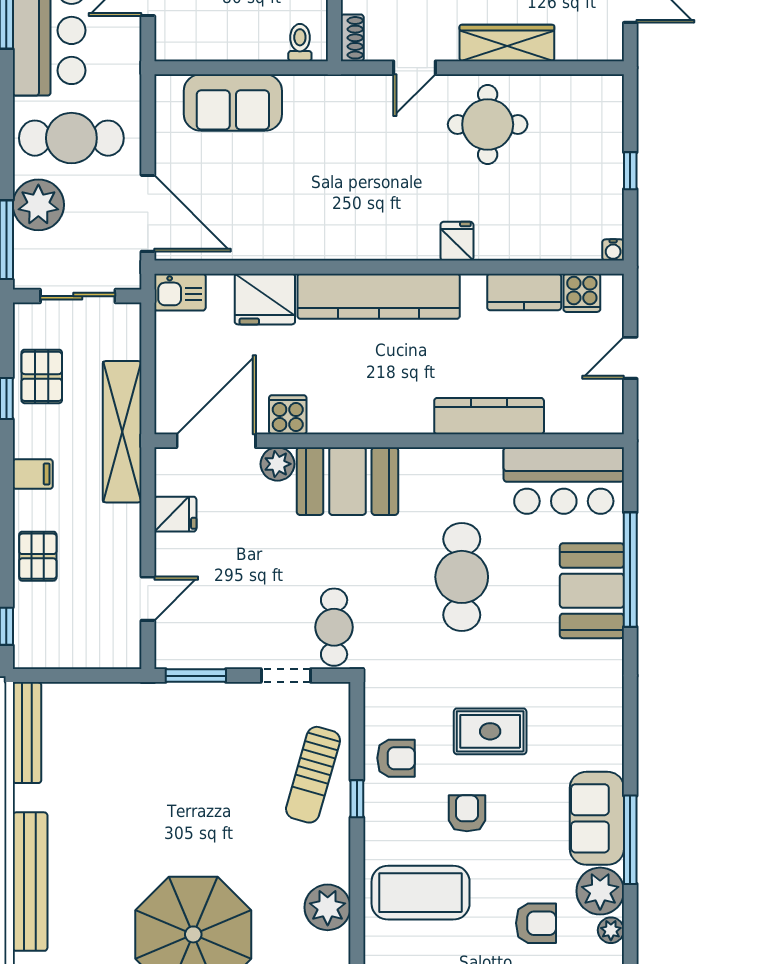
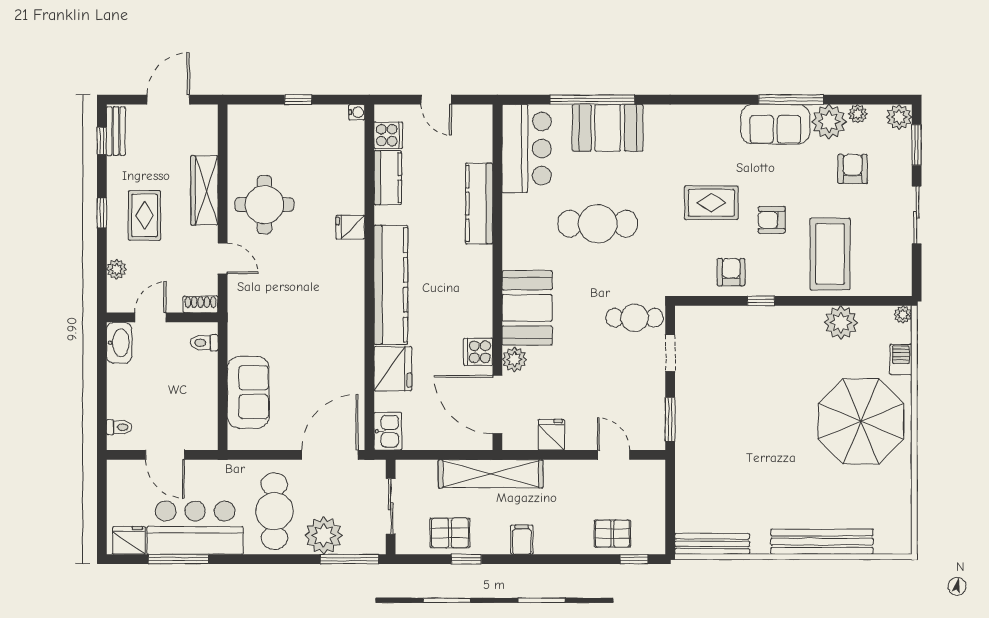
pallet: (38, 556) -> (612, 534), moved
rug: (490, 731) -> (711, 203), turned 90
sun lounger: (313, 775) -> (743, 333), removed

